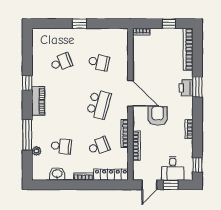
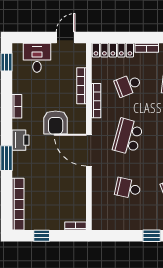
printer: (186, 88) -> (21, 140), moved
window: (171, 185) -> (39, 38), removed

